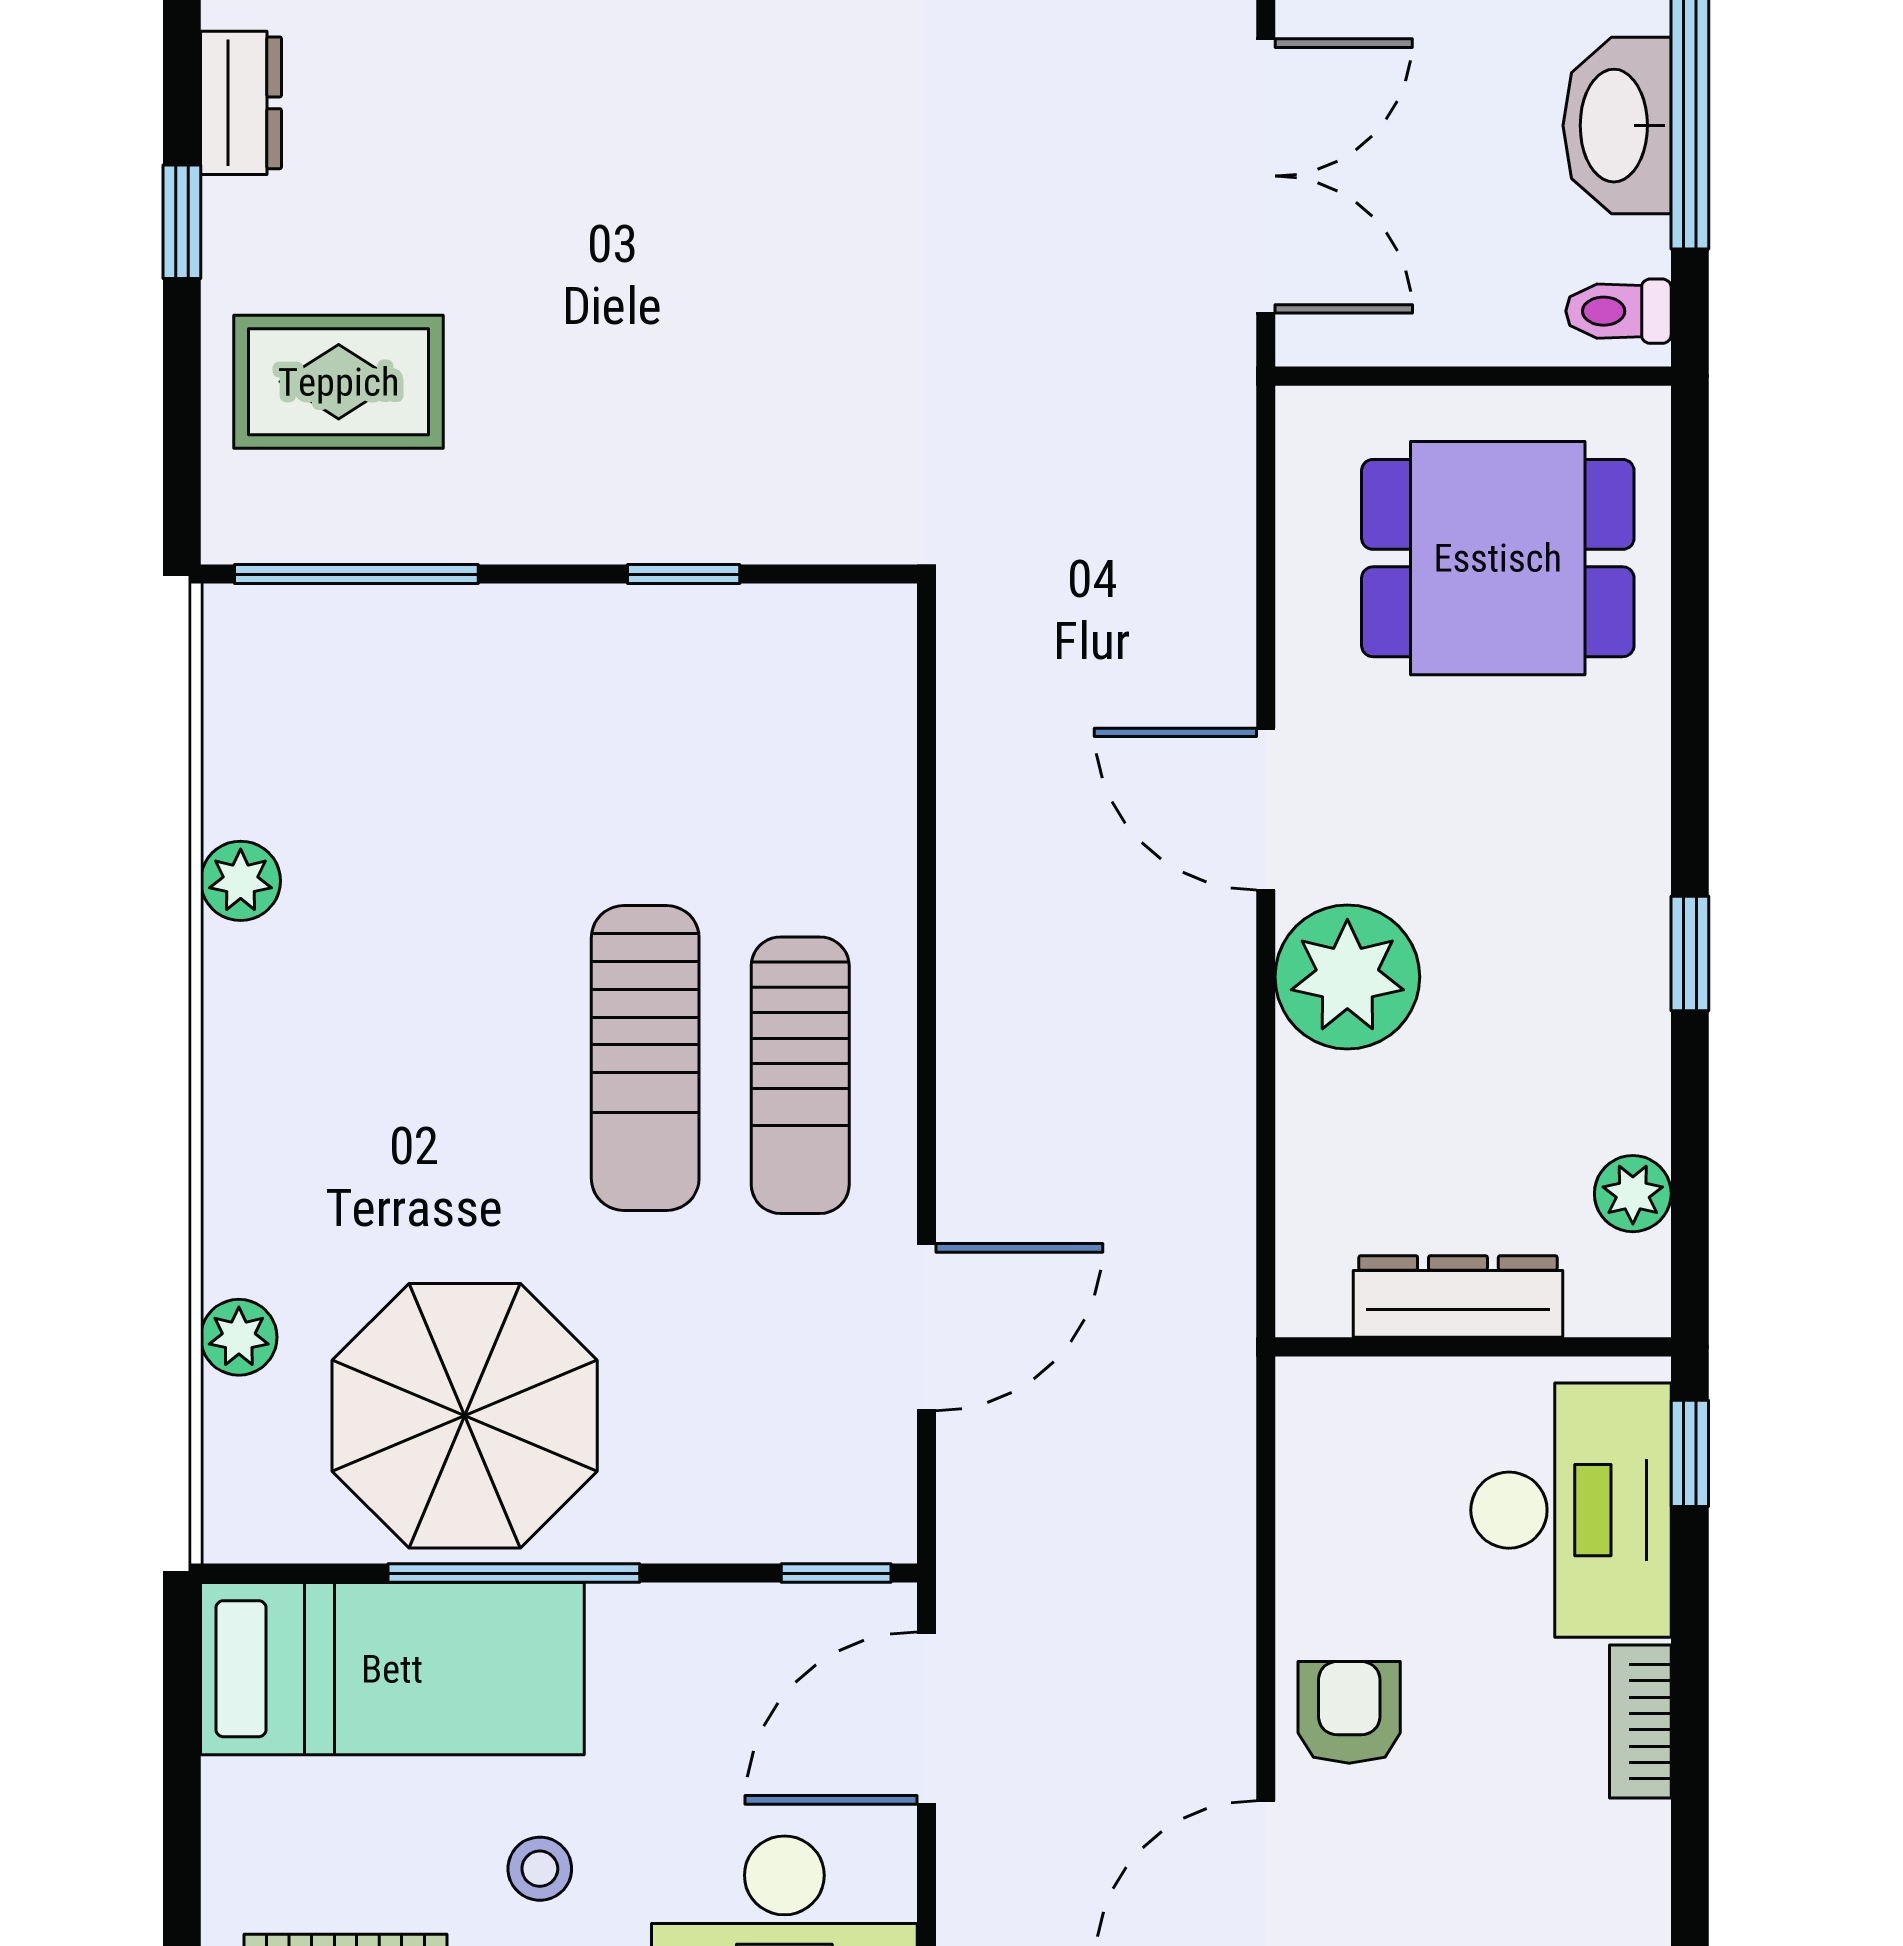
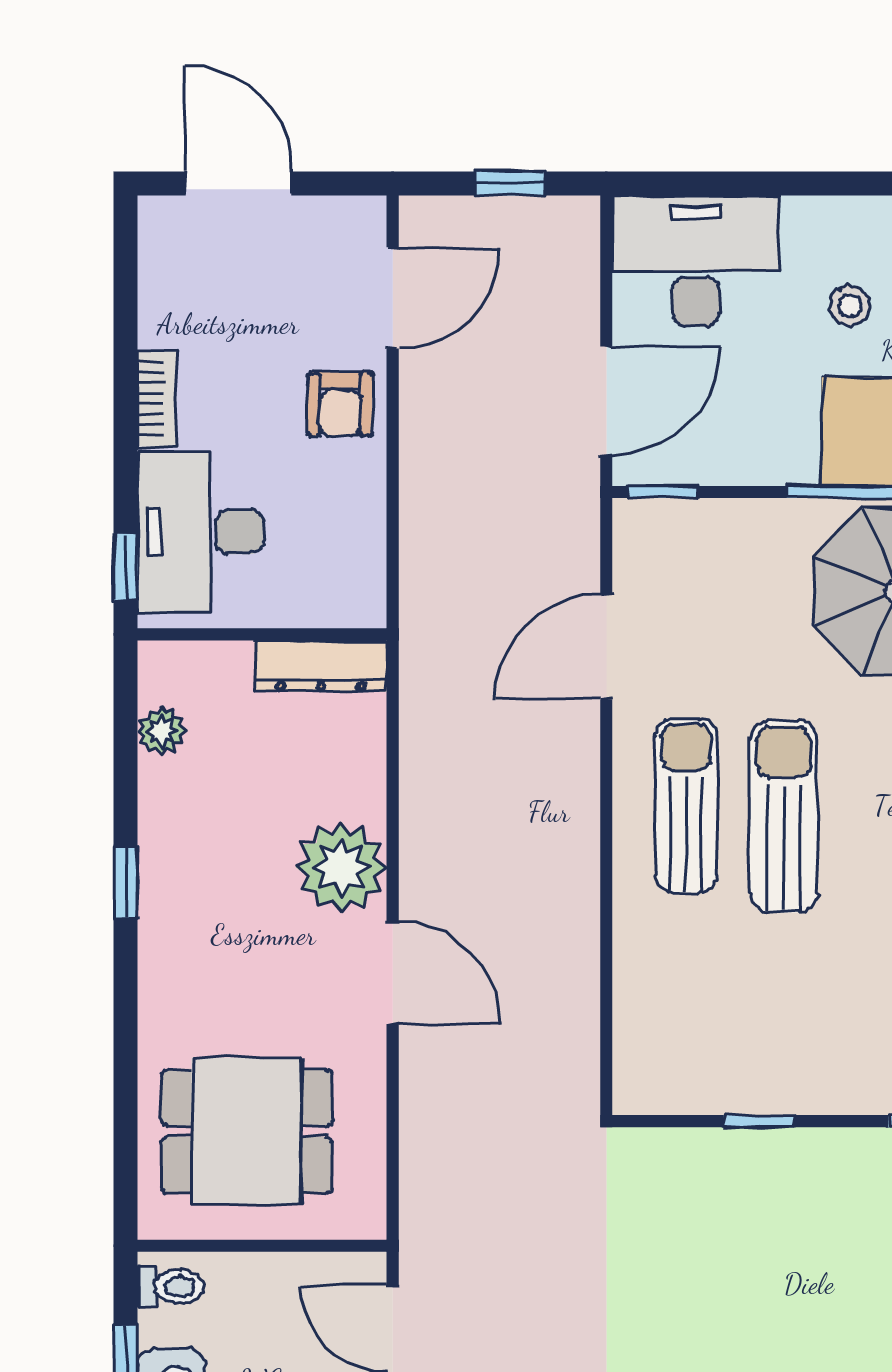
dresser: (1458, 1296) -> (321, 666), moved

